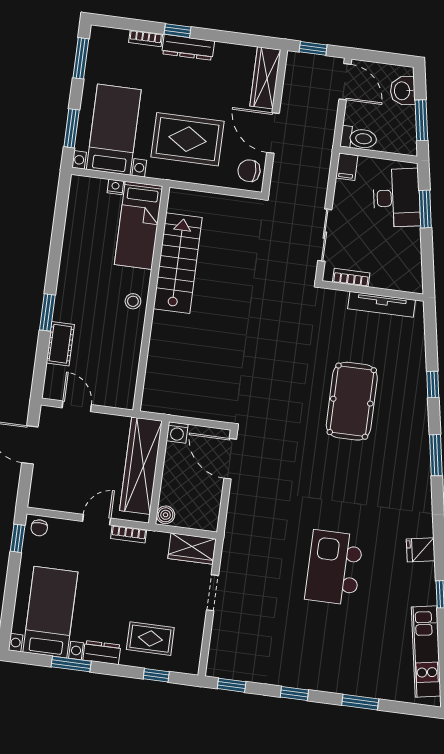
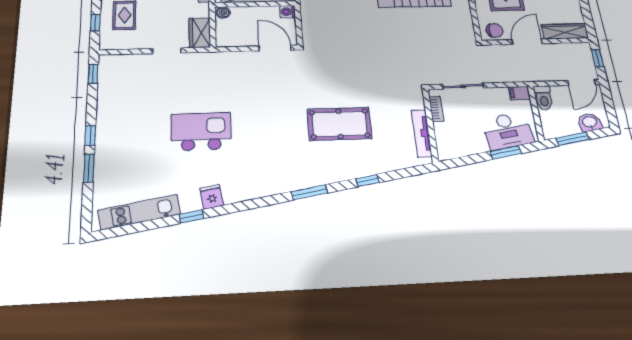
chair: (249, 171) -> (495, 30), turned 90
door: (230, 459) -> (275, 48), hinge flipped
fridge: (421, 550) -> (212, 197), moved
window: (294, 693) -> (90, 136), moved

